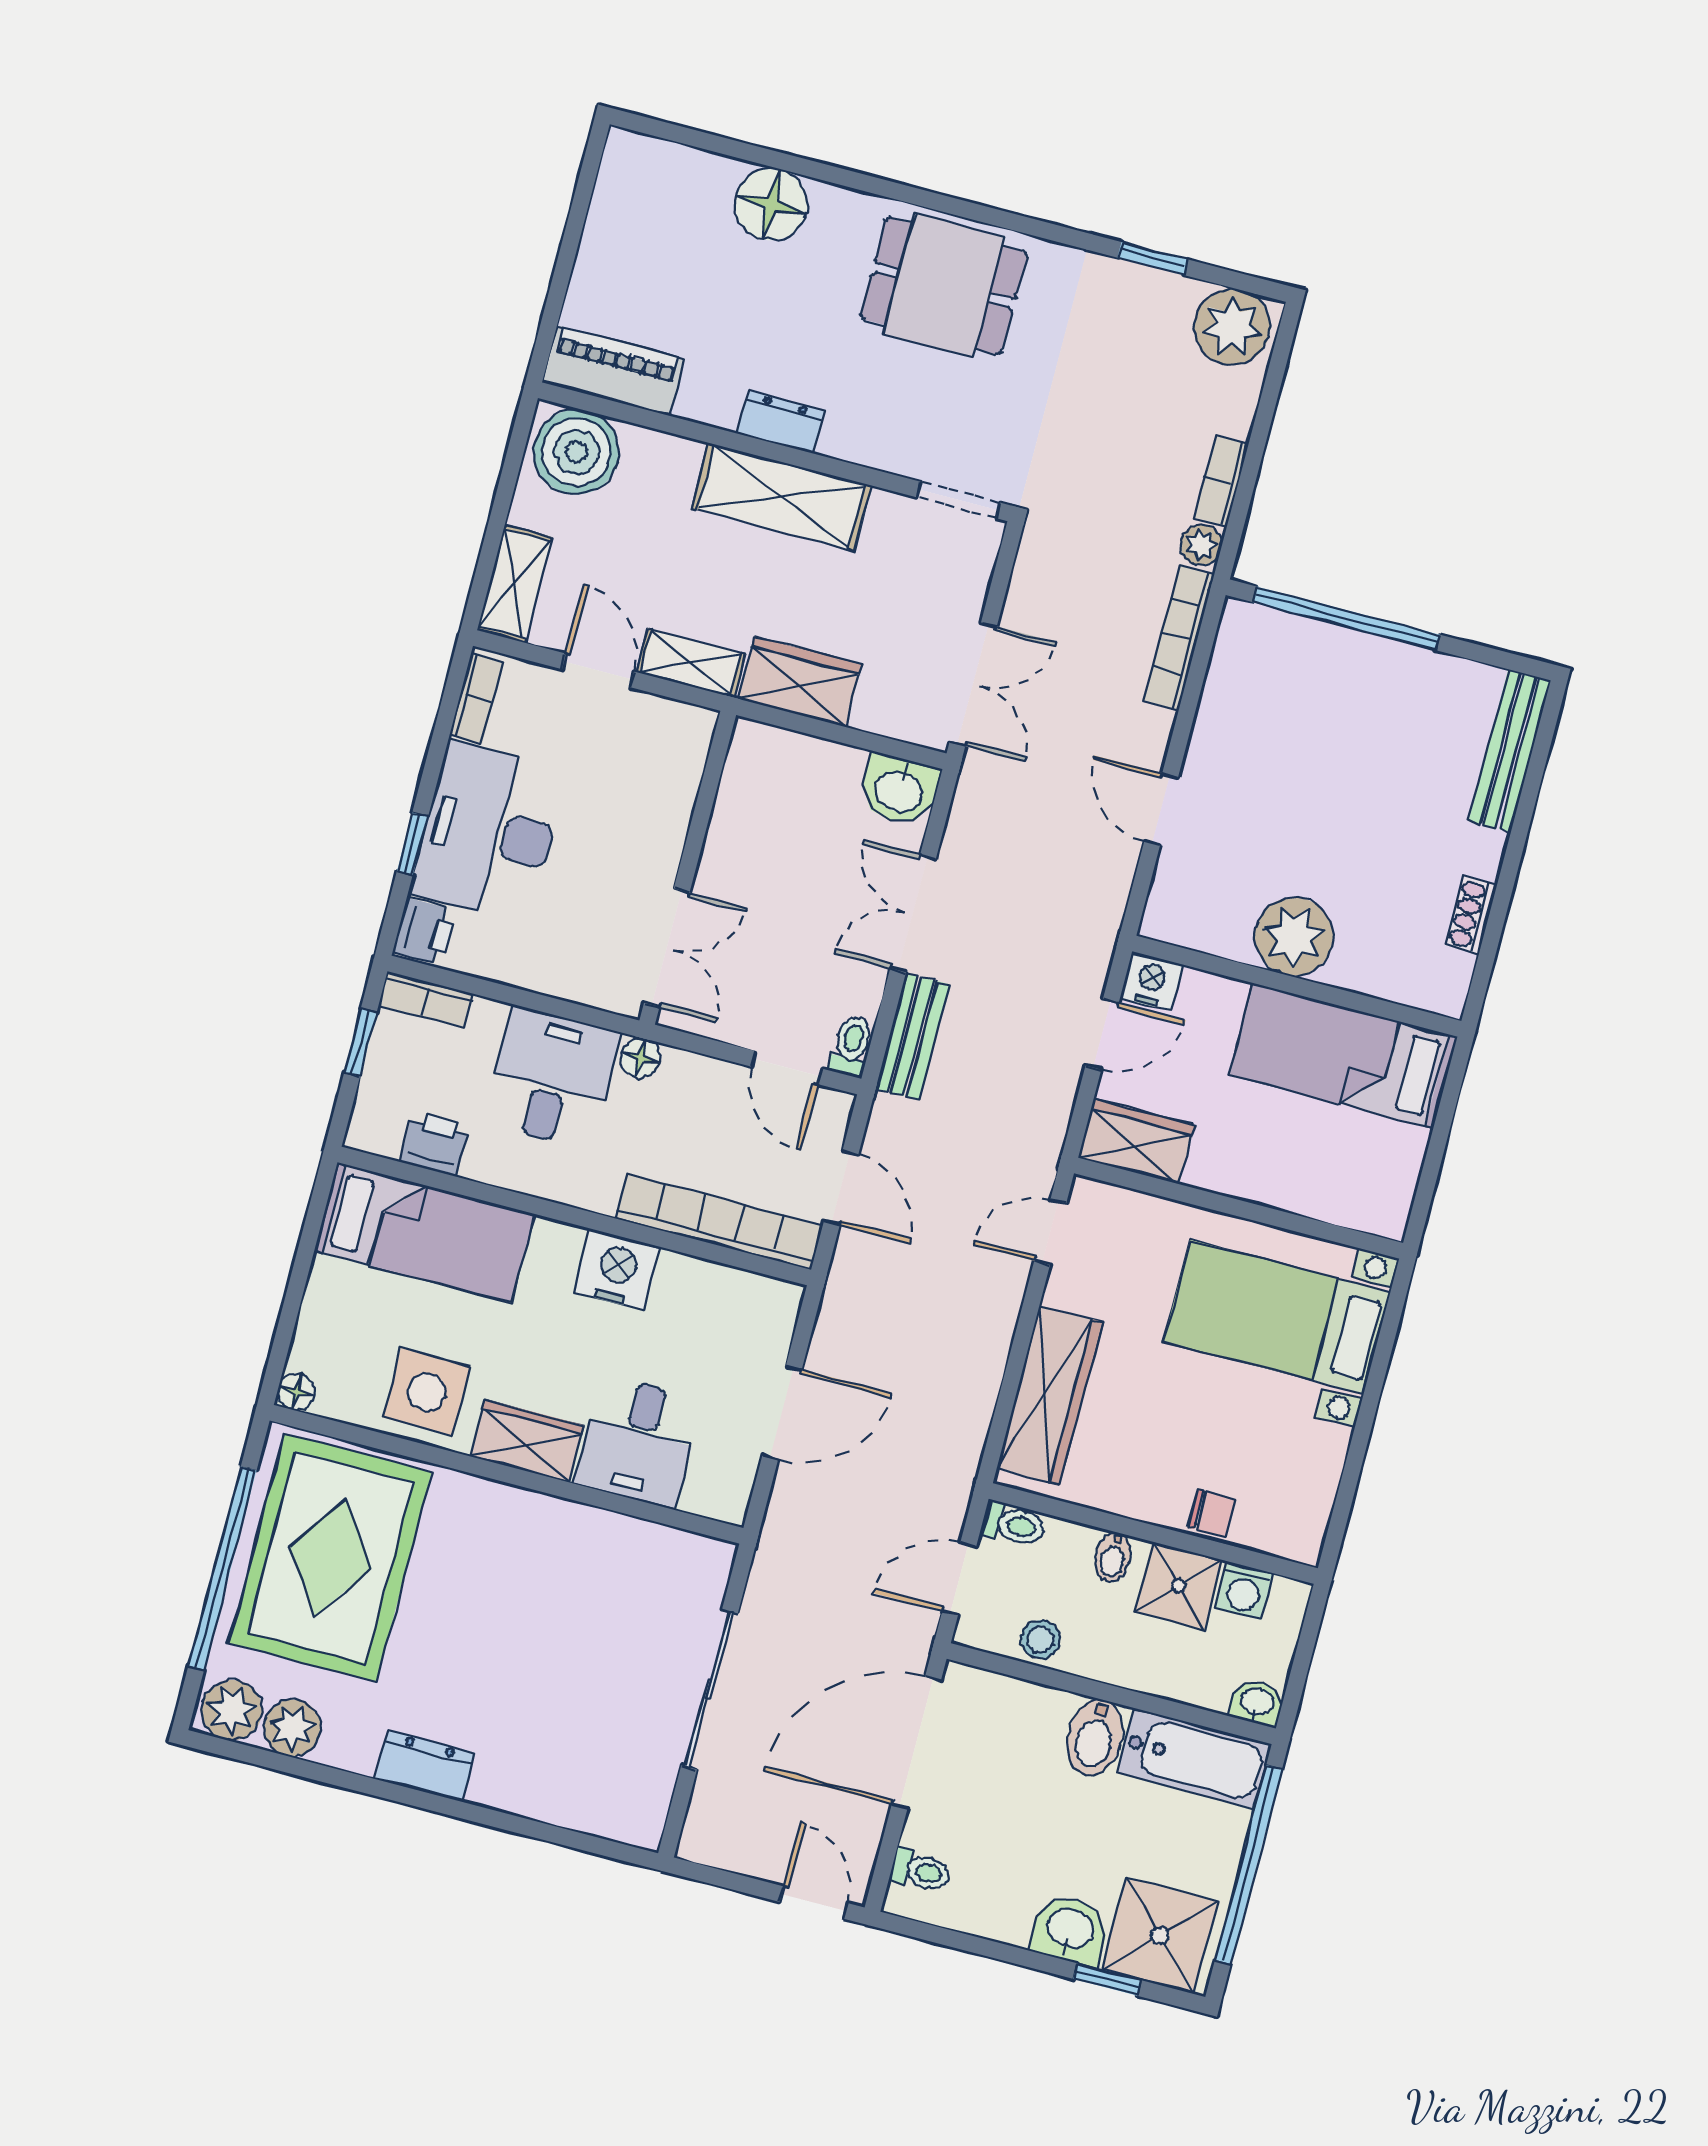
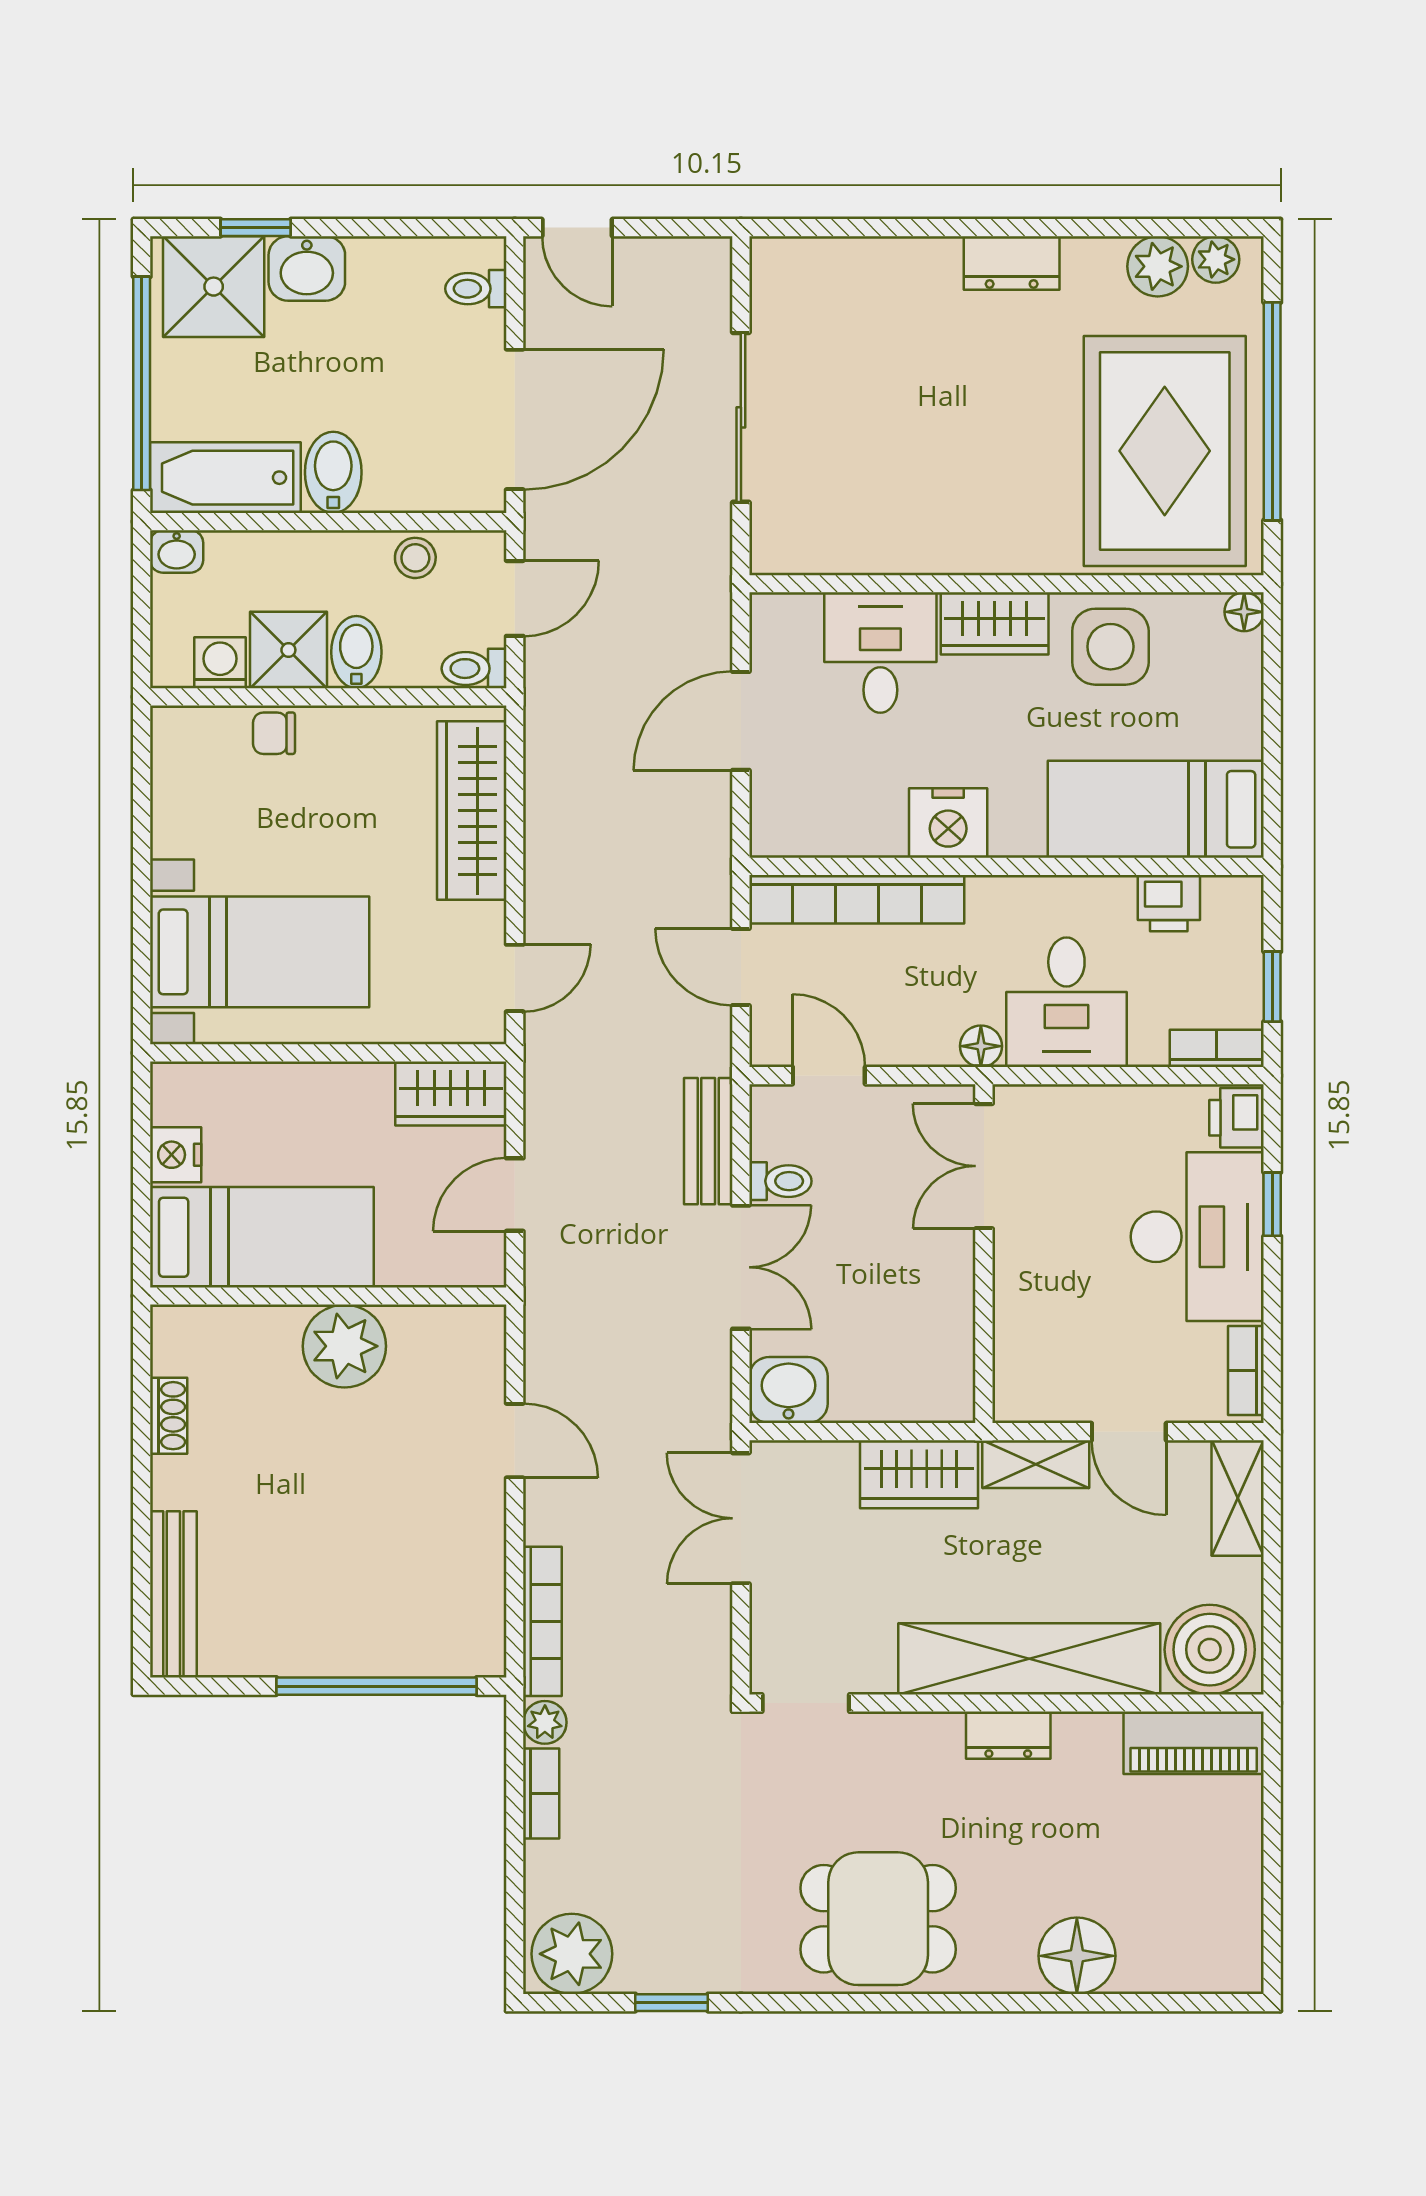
shelving: (781, 497) -> (1029, 1659), width x1.47
nightstand: (1151, 981) -> (176, 1155), moved, turned 90
toilet: (851, 1046) -> (780, 1181), moved, turned -90
bidet: (1113, 1557) -> (356, 652), width x1.38, depth x1.36
plant: (232, 1710) -> (1216, 259), width x0.73, depth x0.73

